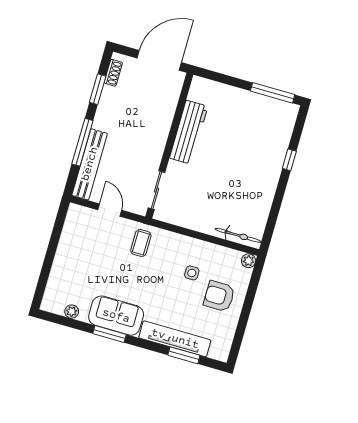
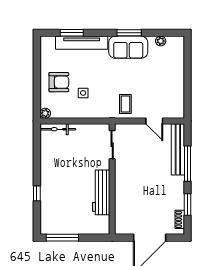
workbench: (189, 132) -> (101, 192), moved
wall: (169, 146) -> (112, 179), moved
sliding door: (157, 190) -> (112, 145), moved

